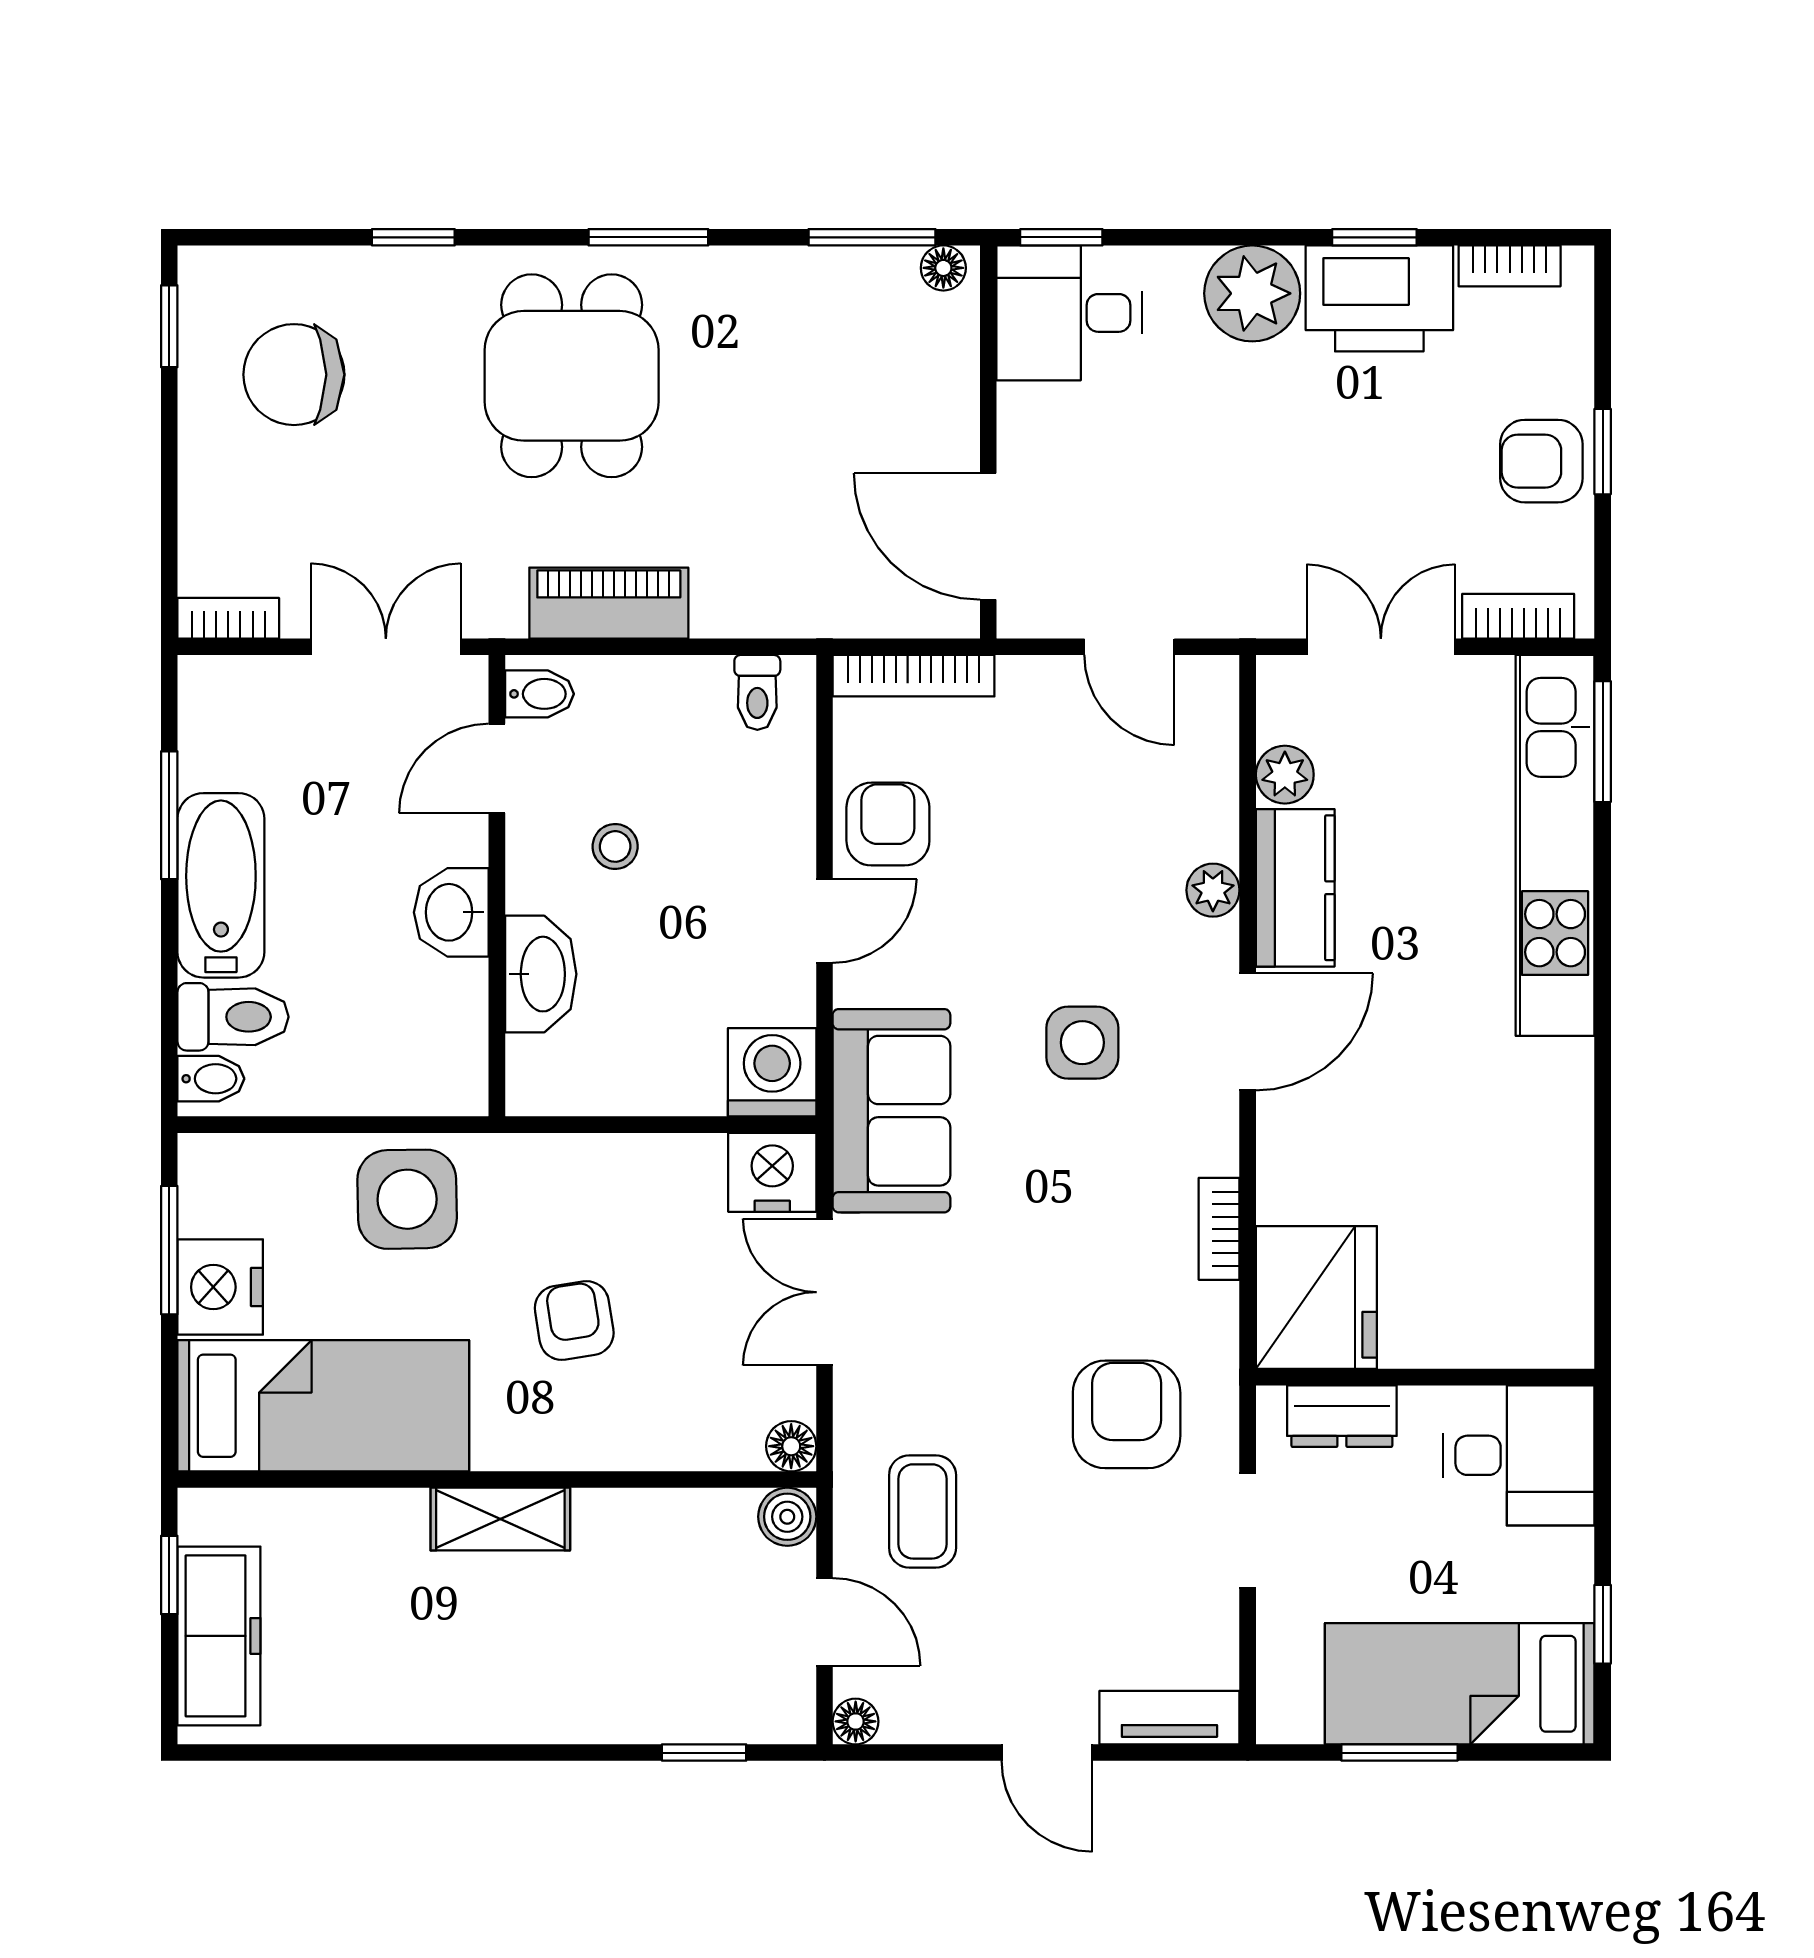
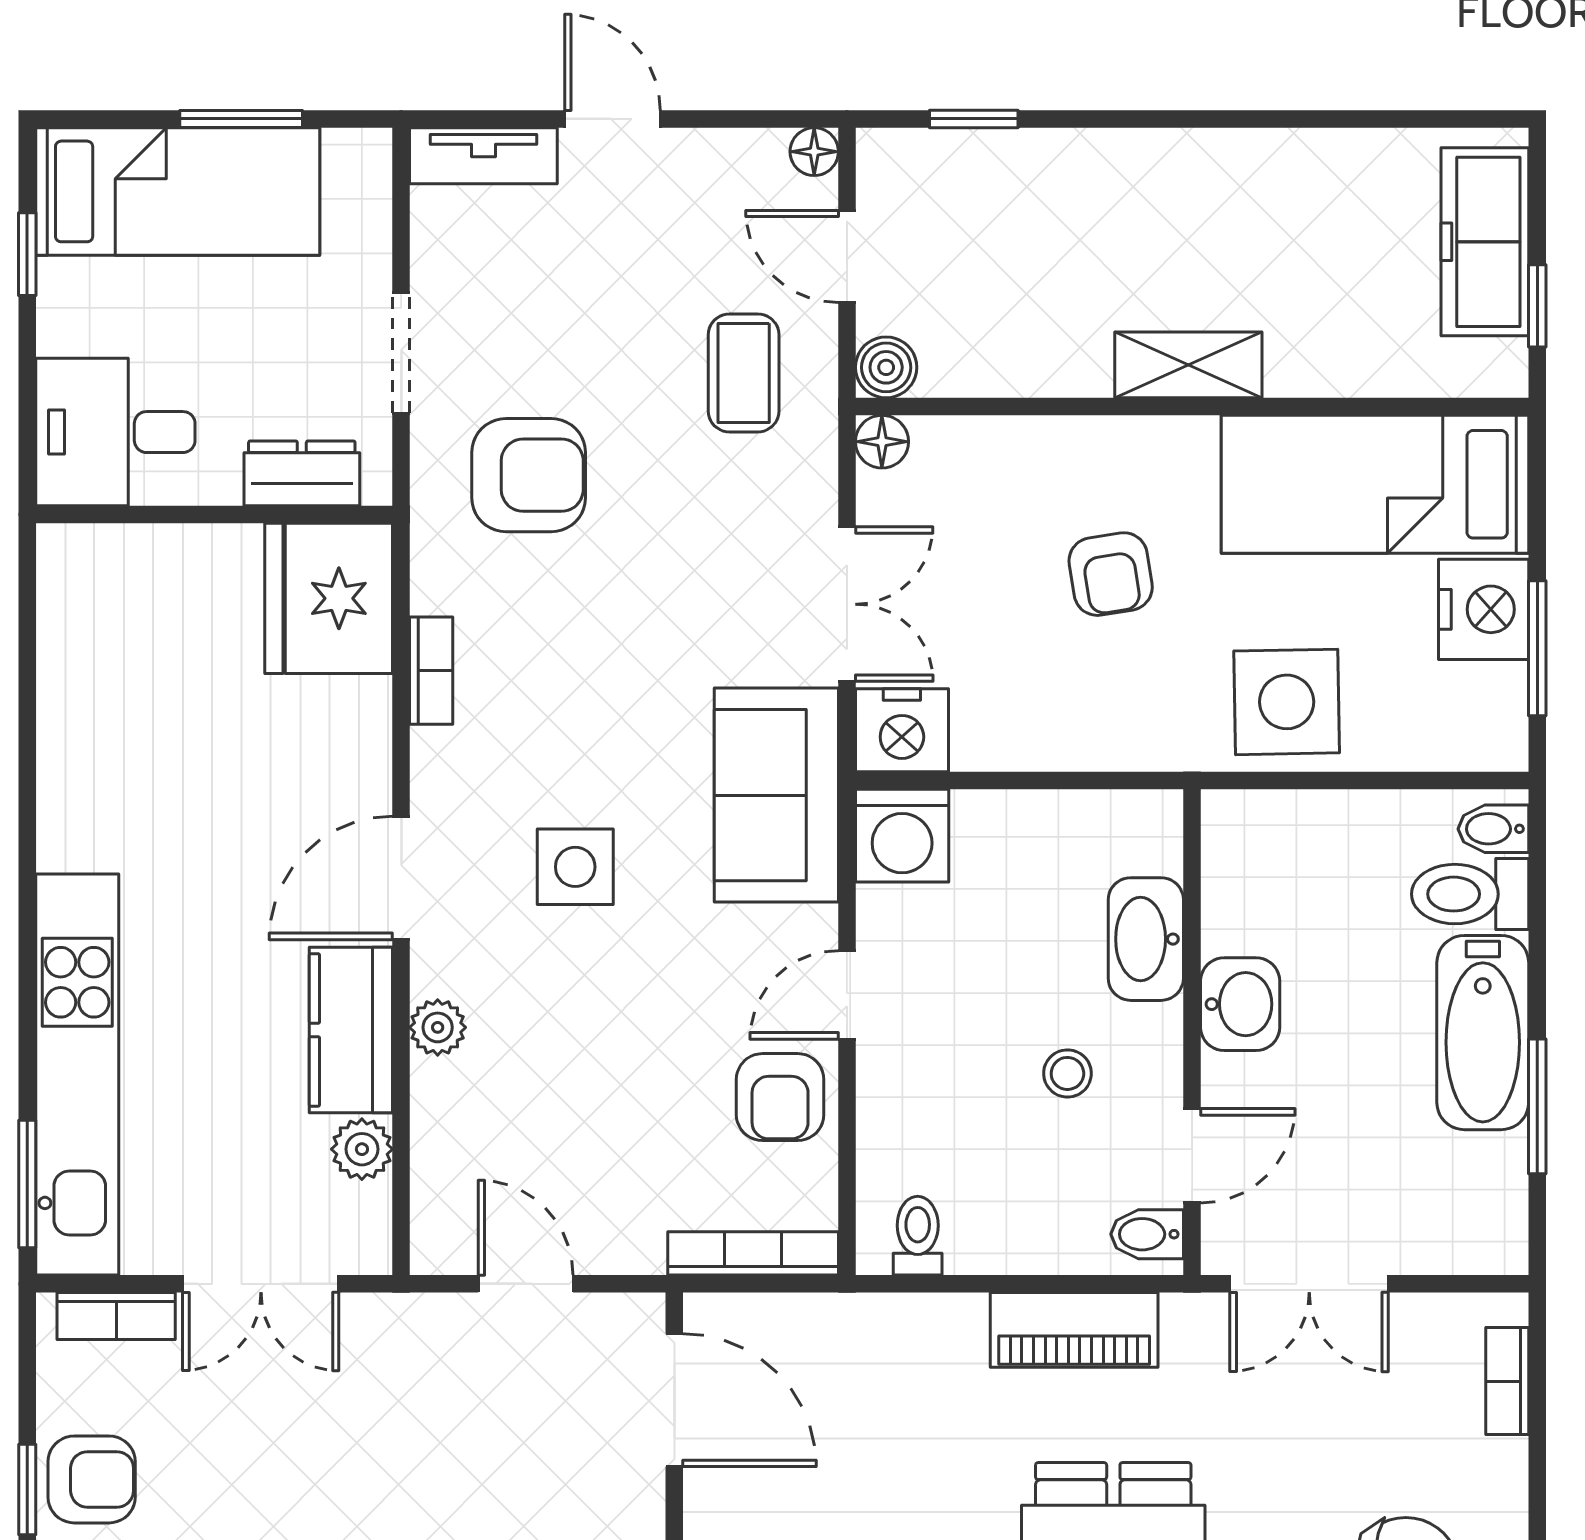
bookcase: (228, 618) -> (1507, 1381), moved, turned 90
armchair: (1127, 1414) -> (529, 475), turned -90

